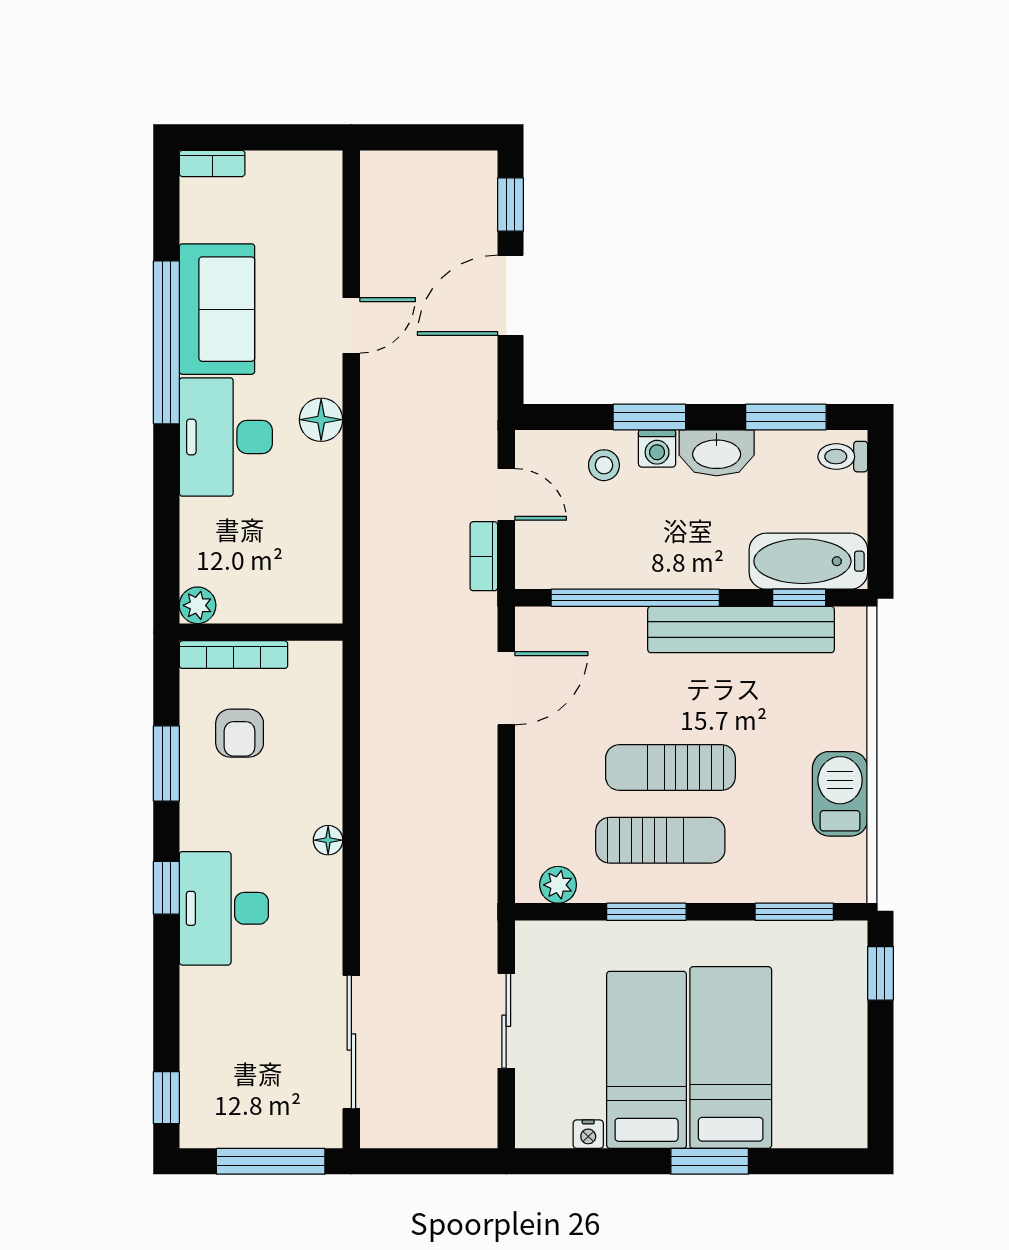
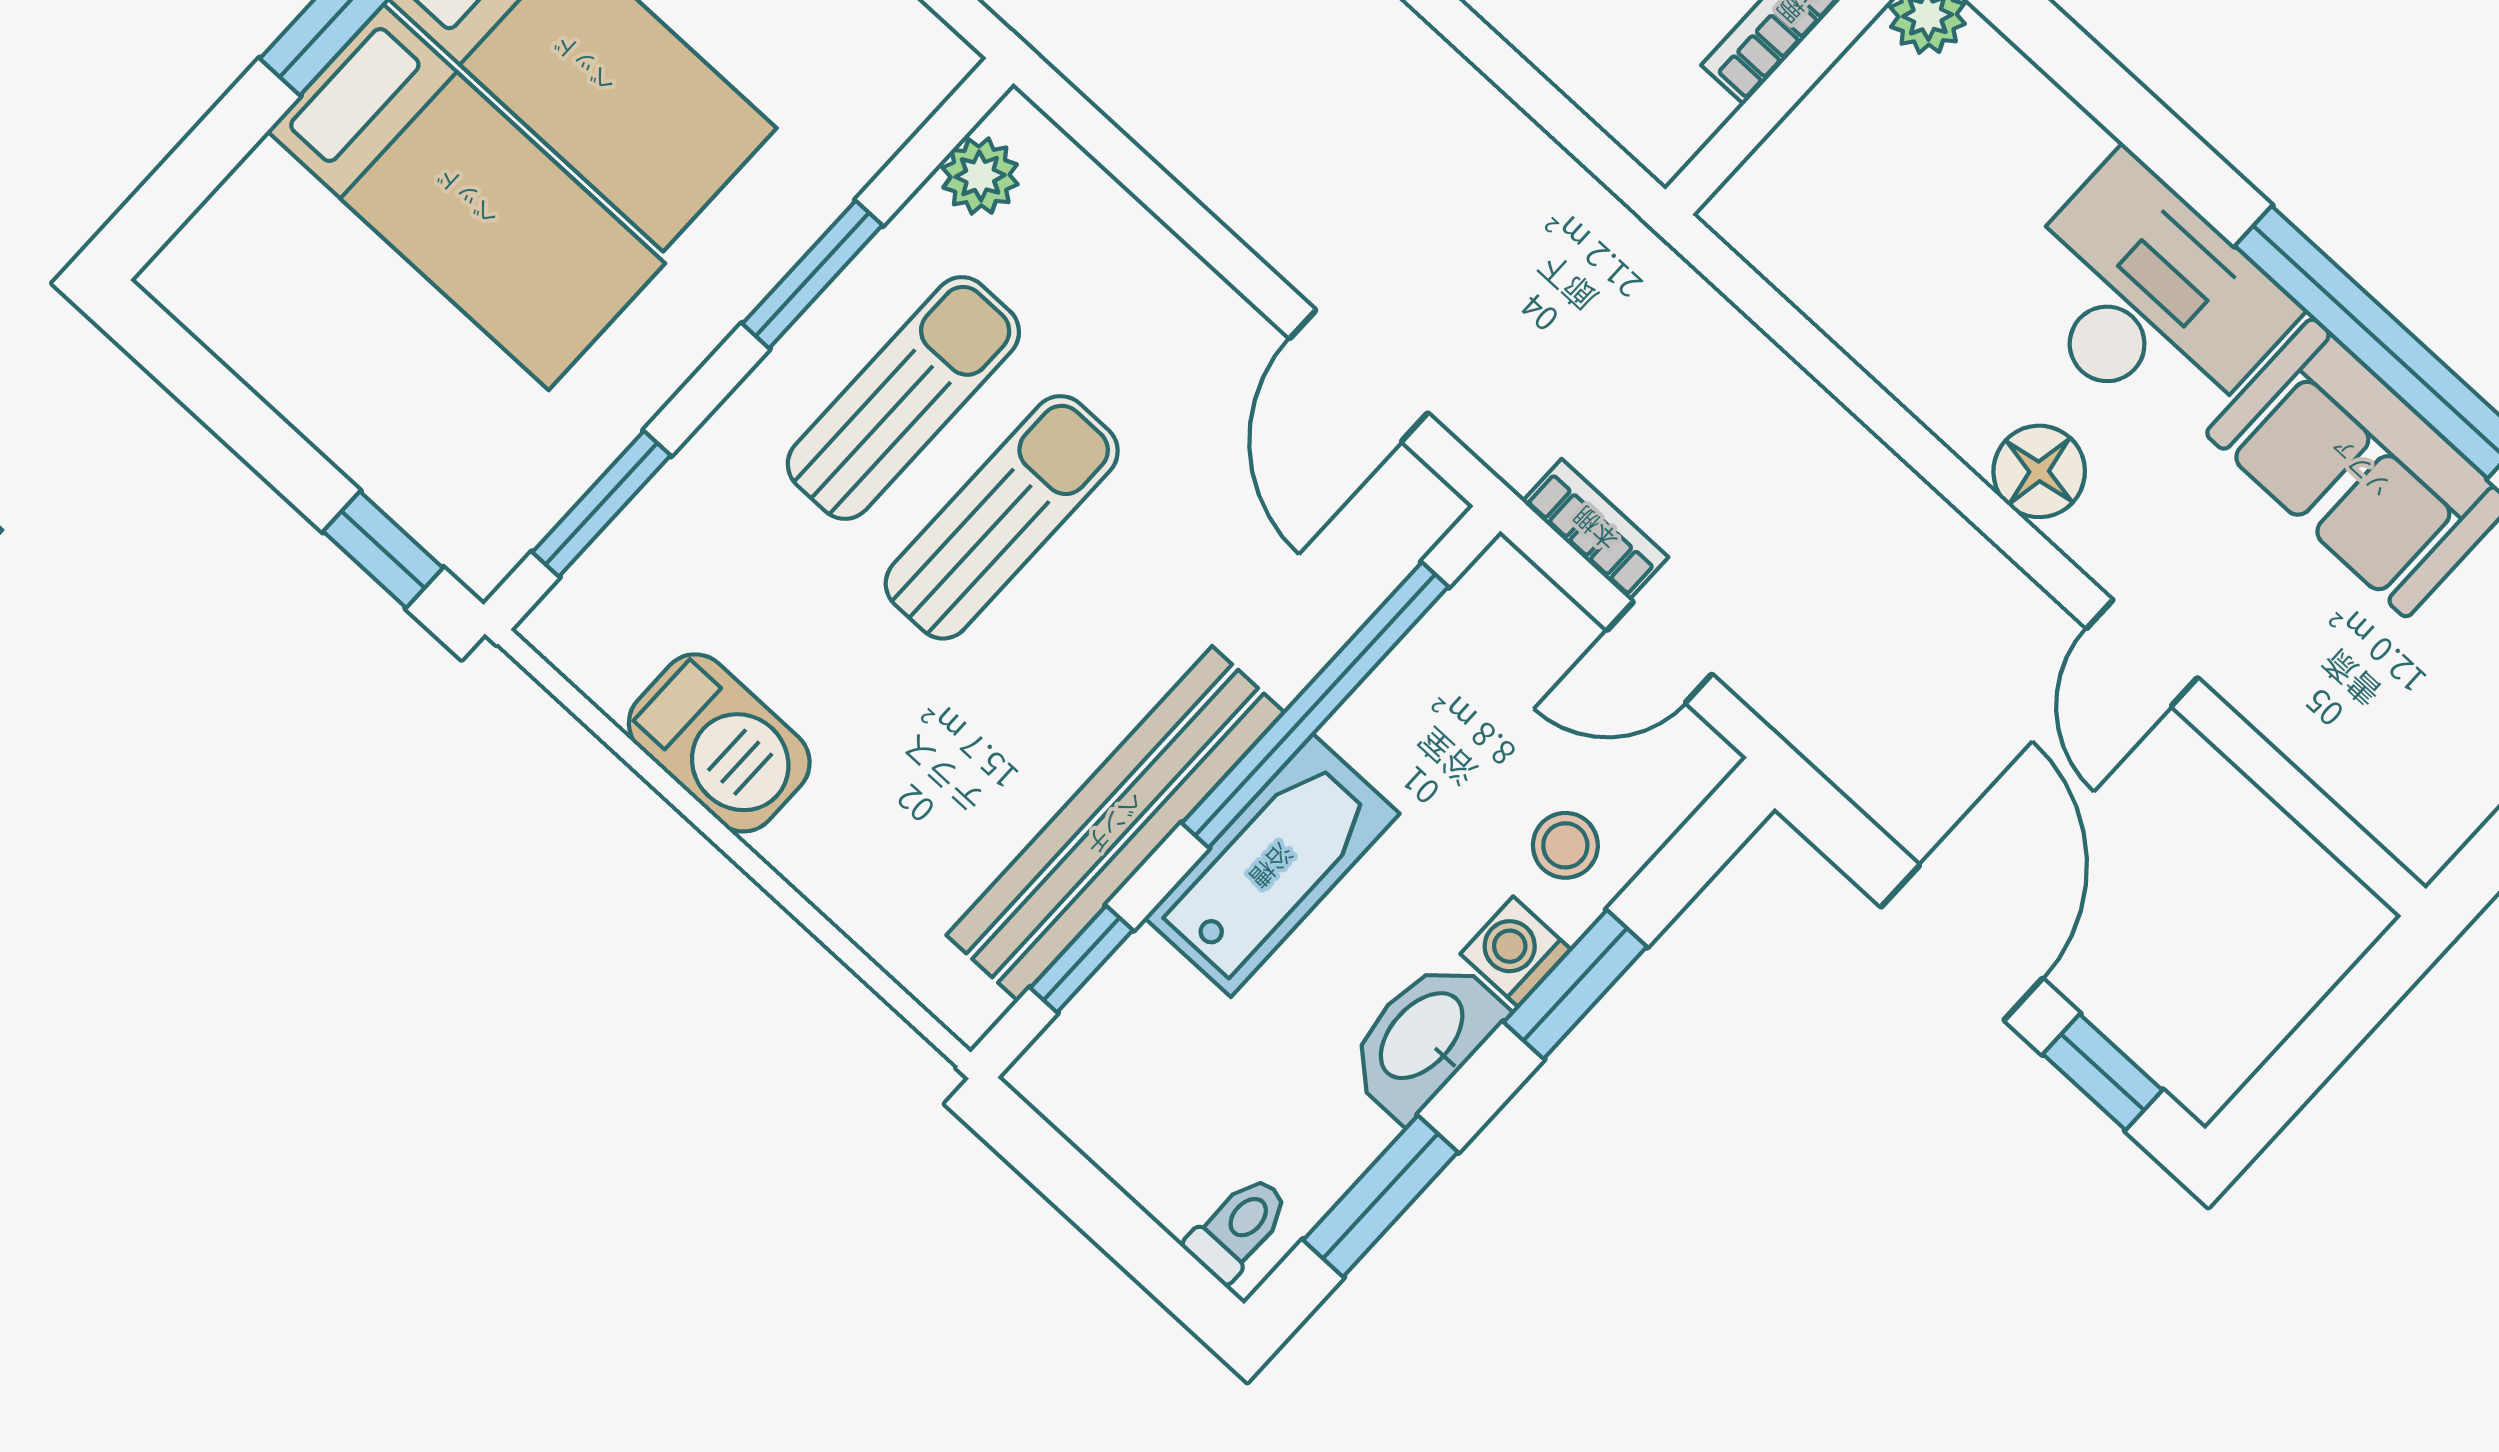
bathtub: (808, 561) -> (1272, 866), moved
sun lounger: (660, 840) -> (903, 398), turned 180

